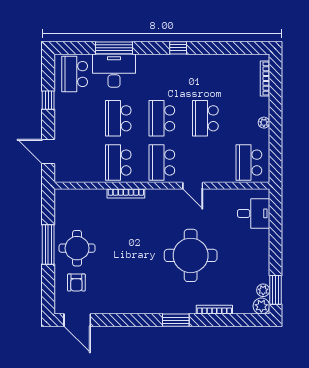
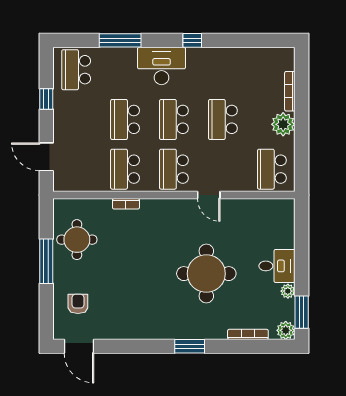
desk: (114, 71) -> (162, 66), moved
bookcase: (265, 78) -> (290, 91), moved
plant: (264, 123) -> (283, 124), width x1.87, depth x1.87
bookcase: (126, 193) -> (126, 204), width x0.64
desk: (254, 213) -> (277, 266), moved
round table: (77, 248) -> (77, 240), moved
armchair: (76, 282) -> (78, 304), turned 180
plant: (263, 290) -> (288, 291), moved
bookcase: (214, 310) -> (248, 334), moved

